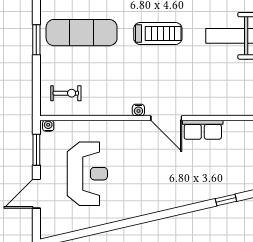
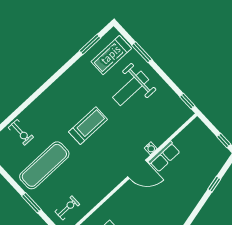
window: (36, 40) -> (31, 203), moved
water cooler: (138, 110) -> (151, 148), moved

